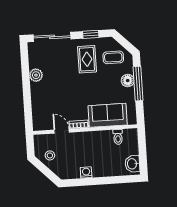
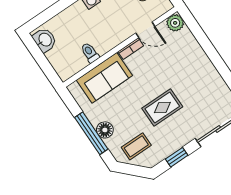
rug: (87, 59) -> (162, 108), moved, turned 90
plant: (36, 75) -> (175, 23), moved
toilet: (118, 137) -> (90, 53), moved

